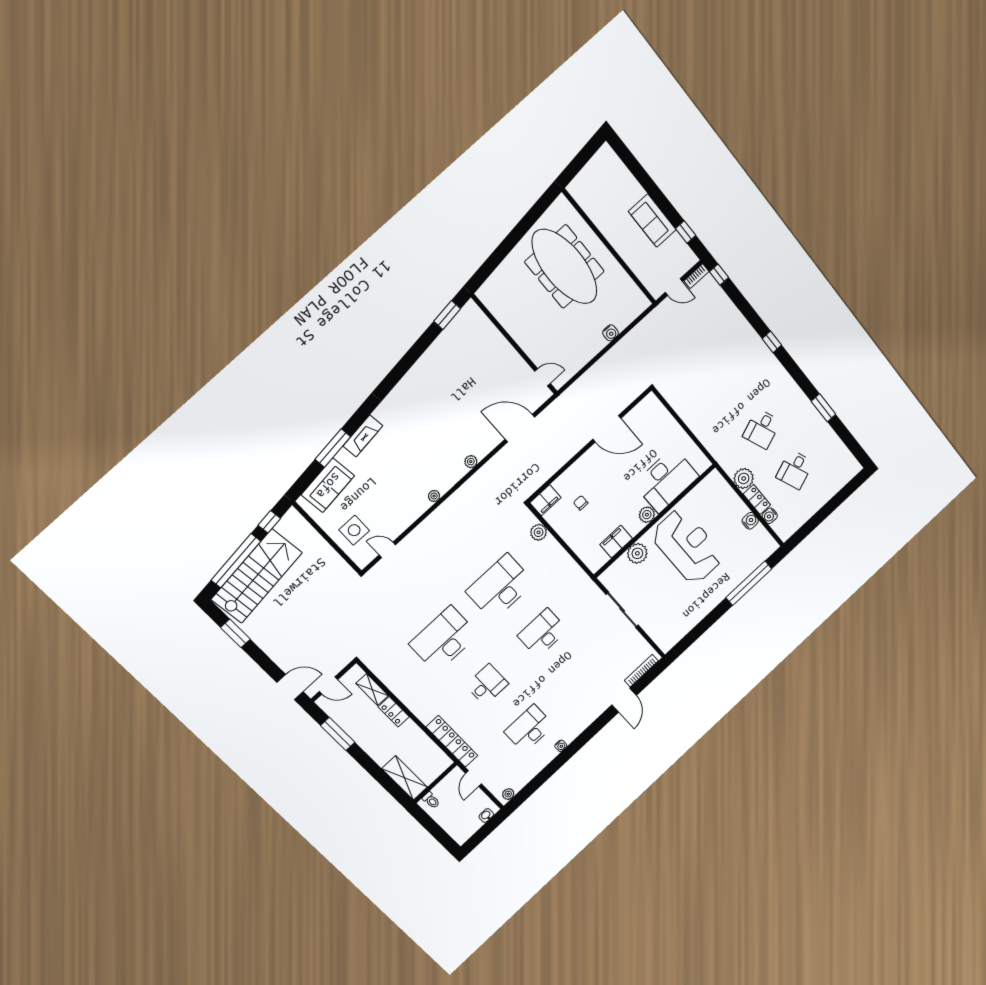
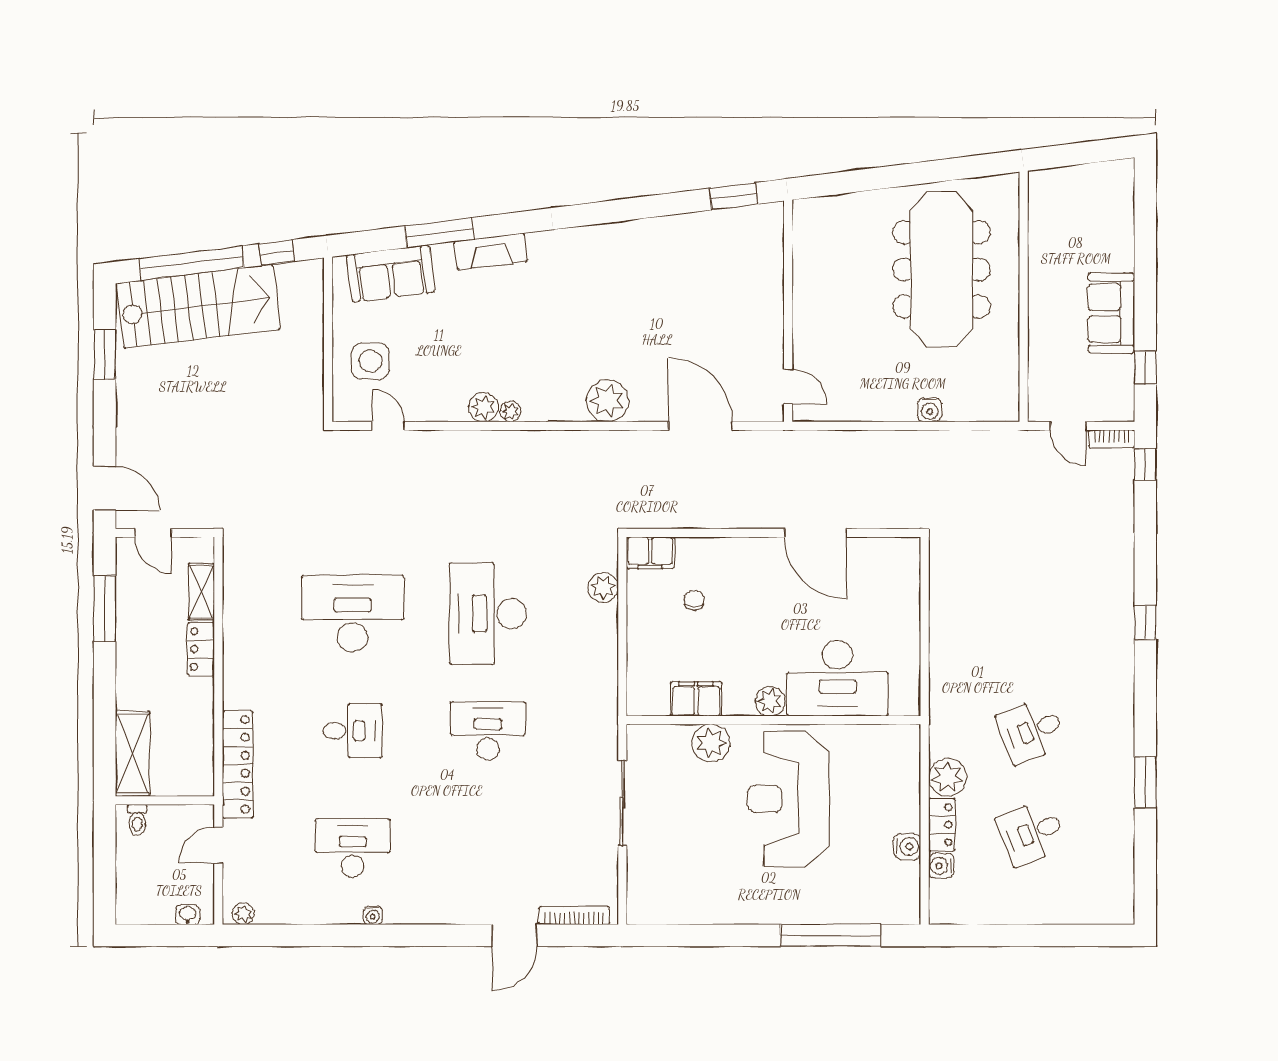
plant: (471, 462) -> (608, 401), width x1.87, depth x1.87
plant: (421, 505) -> (483, 407), added
reception desk: (687, 546) -> (788, 799), turned 180
desk: (500, 587) -> (488, 614), turned -90

